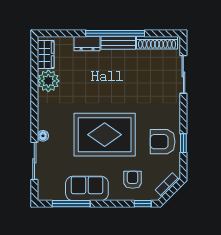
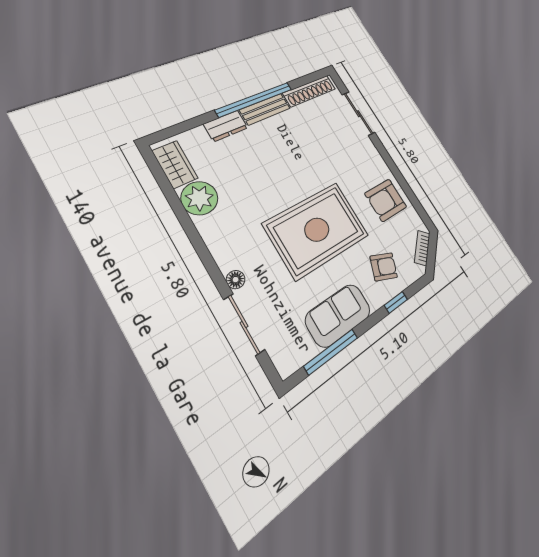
window: (183, 143) -> (407, 189), removed
armchair: (133, 180) -> (384, 267), turned 112
window: (143, 204) -> (396, 302), moved

